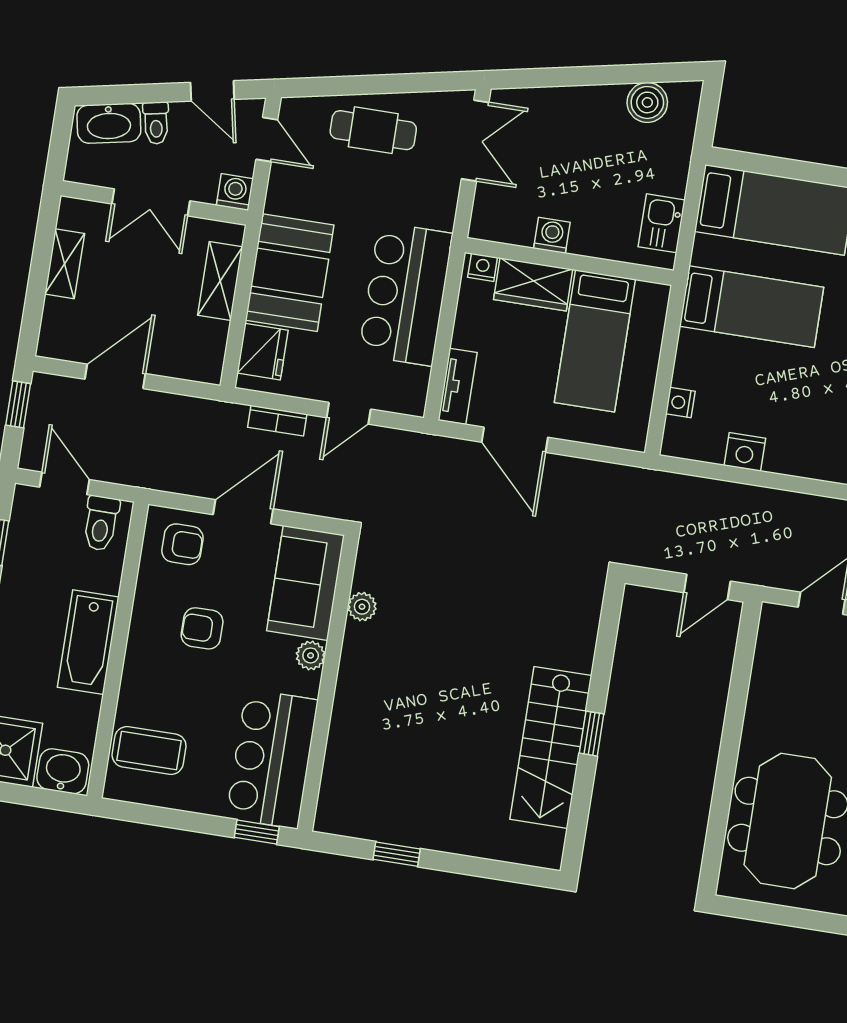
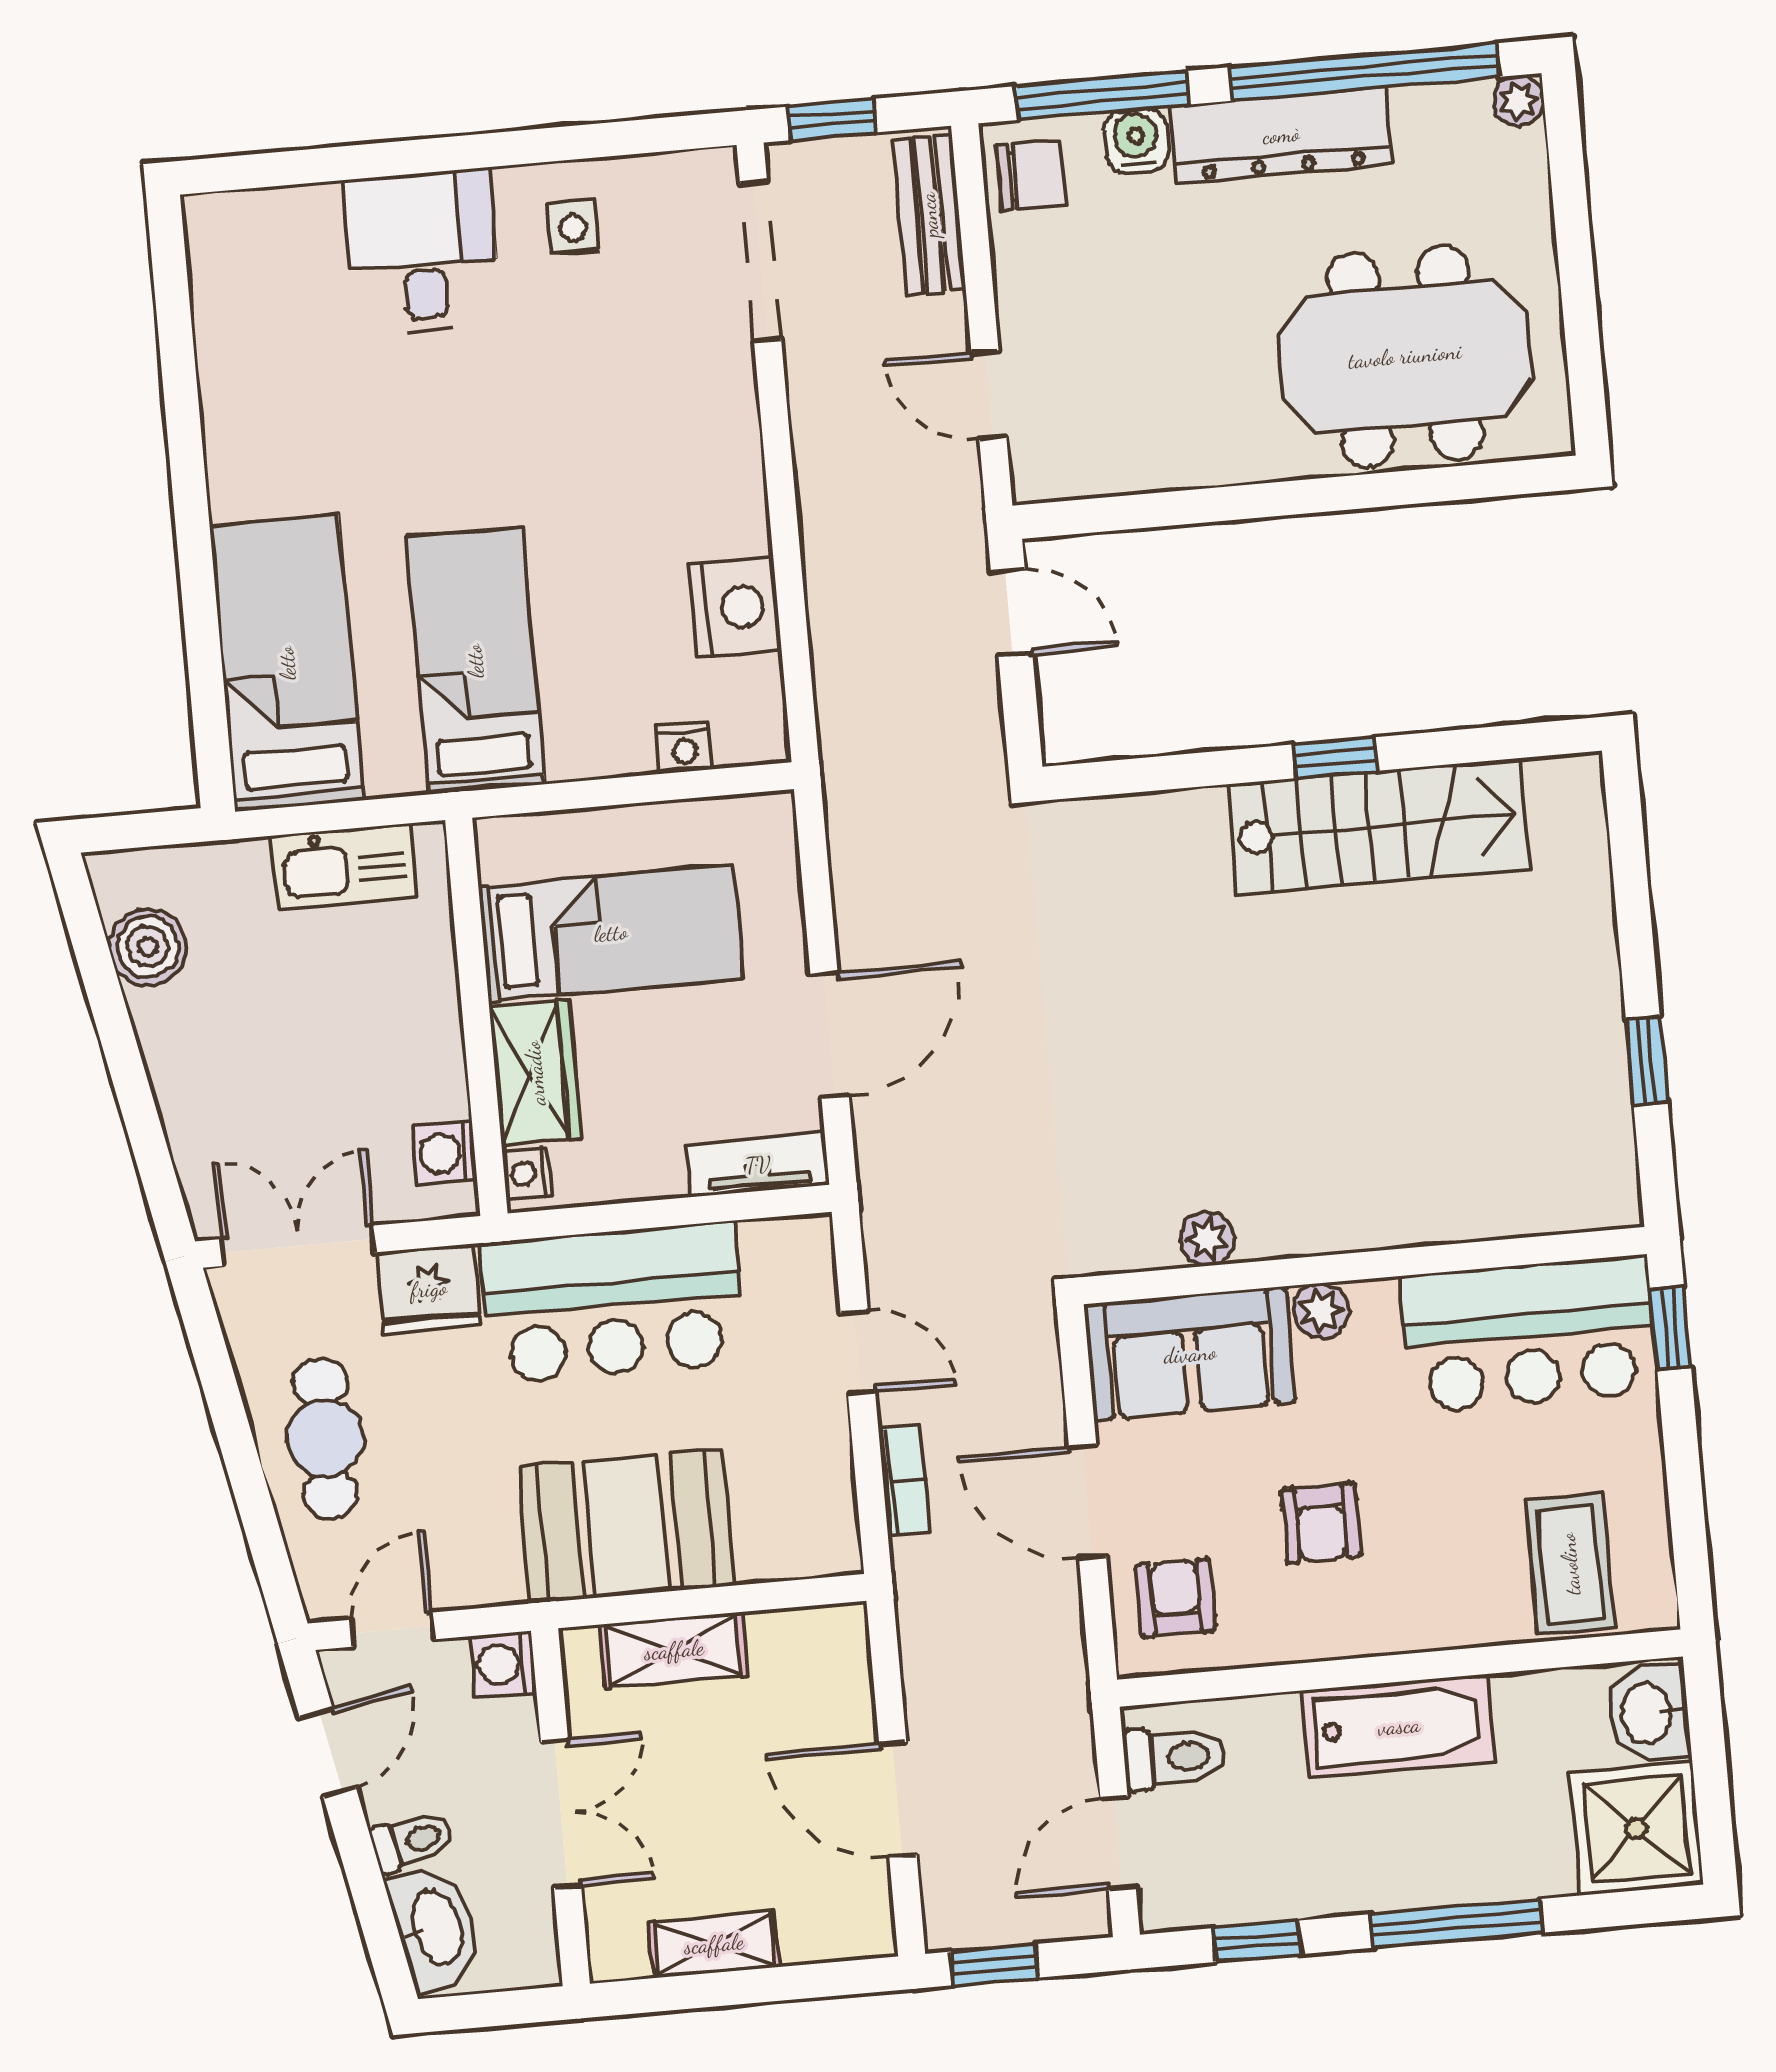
kitchen sink: (662, 223) -> (345, 866), width x1.38
washing machine: (552, 235) -> (445, 1153), moved
fridge: (263, 352) -> (429, 1289), moved, turned 180
nightstand: (745, 452) -> (735, 607), width x1.36, depth x1.33

